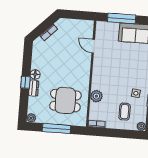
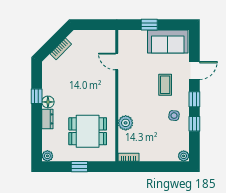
window: (122, 18) -> (149, 25), width x0.46
window: (25, 82) -> (37, 96), moved
coffee table: (125, 112) -> (165, 85), moved
window: (56, 129) -> (79, 167), width x0.46

